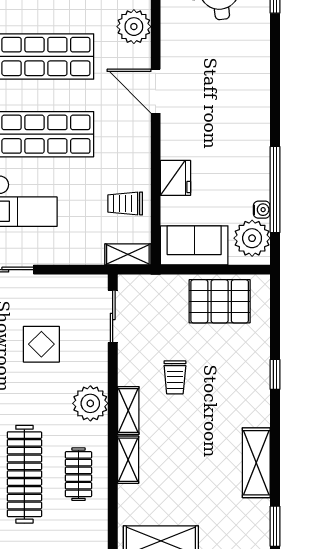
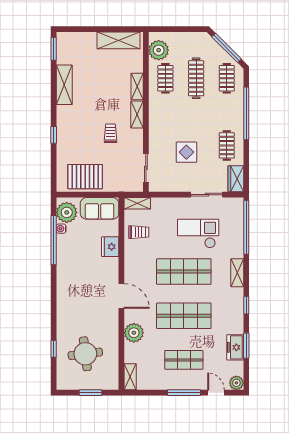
plant: (90, 403) -> (159, 50), moved
clothes rail: (24, 474) -> (196, 78), width x0.73, depth x0.76

